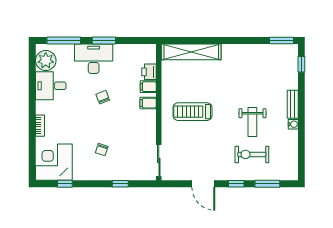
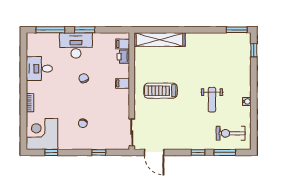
plant: (46, 60) -> (35, 47), removed
filing cabinet: (148, 87) -> (123, 44), moved
bench: (293, 104) -> (246, 84), removed
exercise bike: (252, 154) -> (231, 133), moved
door: (203, 184) -> (154, 152), moved

